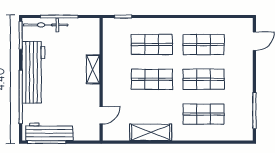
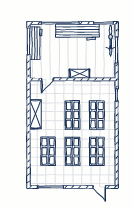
door: (101, 115) -> (47, 79), hinge flipped

